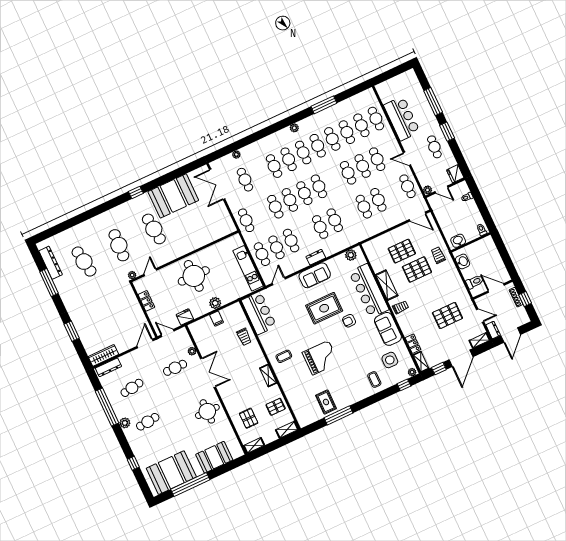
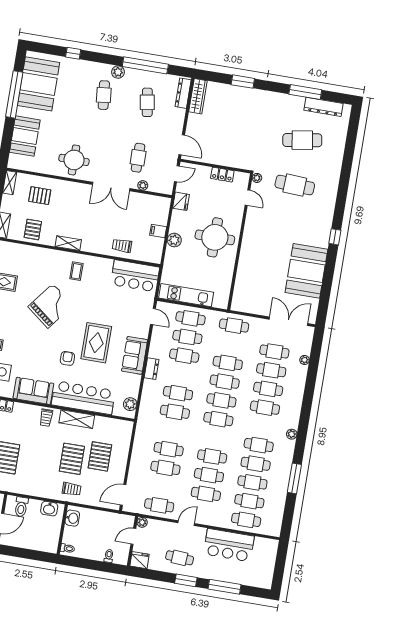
cafe table: (303, 153) -> (271, 370), moved
cafe table: (154, 229) -> (287, 230), removed
grand piano: (321, 358) -> (50, 306), turned -142

